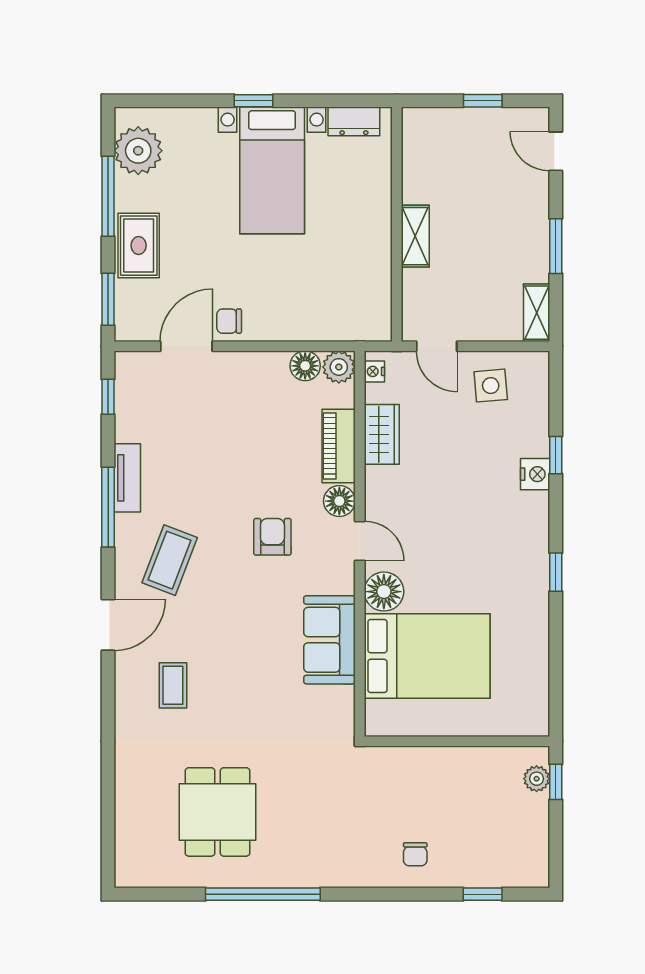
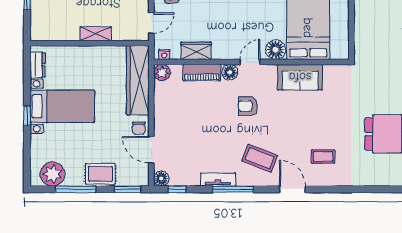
wardrobe: (324, 319) -> (138, 80), added
floor lamp: (305, 366) -> (161, 179), moved

